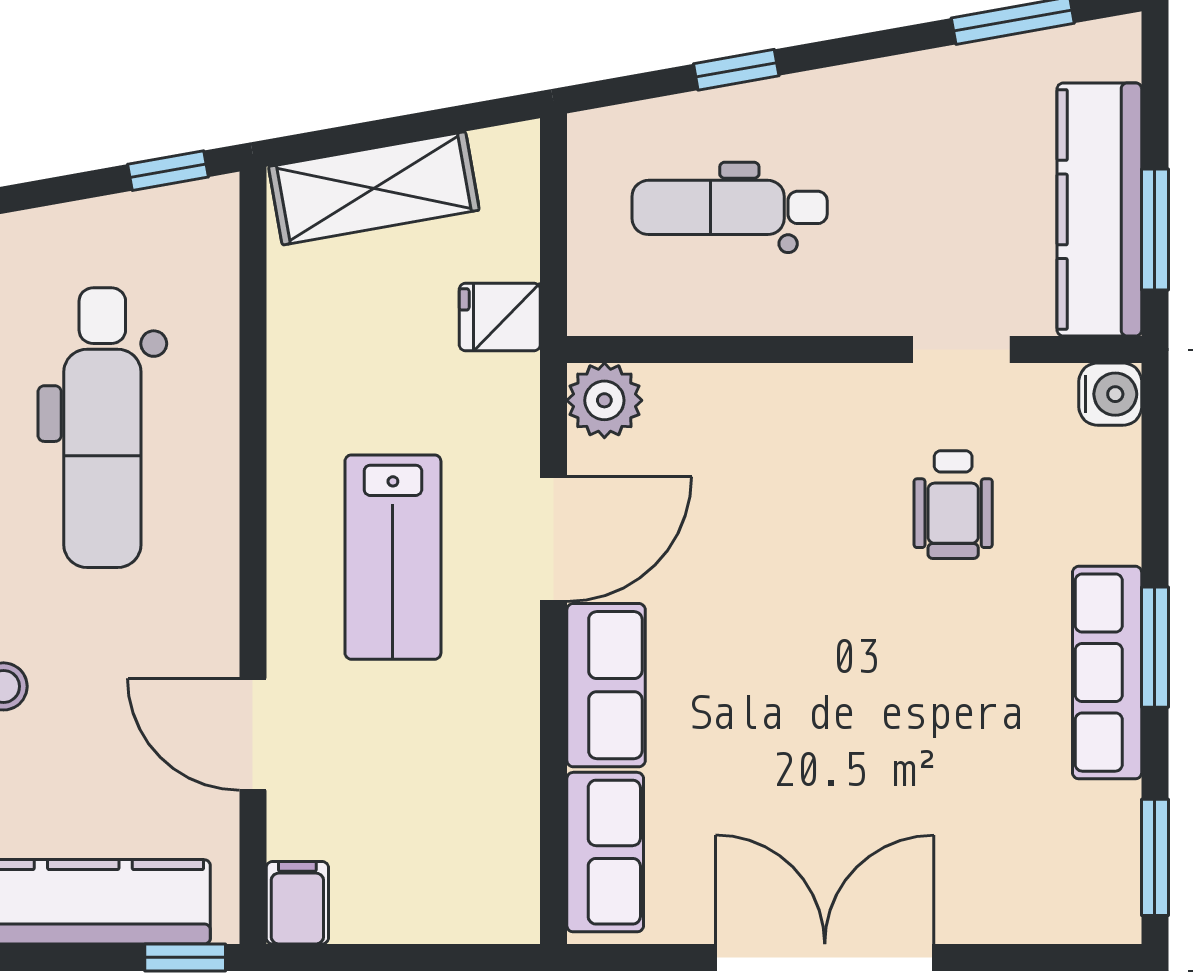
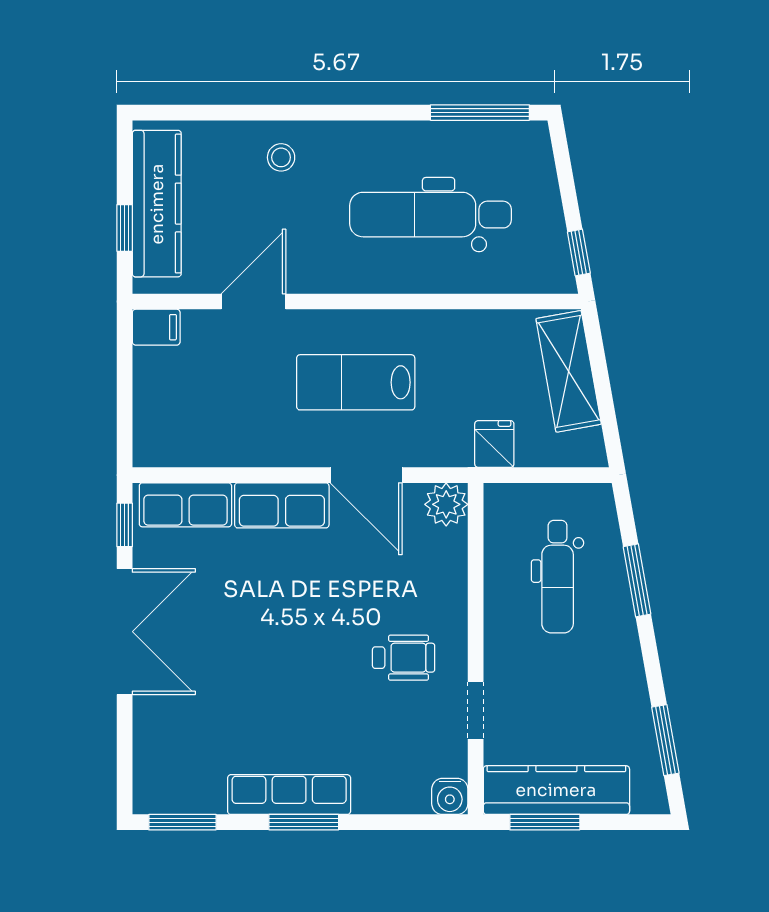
window: (736, 70) -> (637, 580), width x1.50
dental chair: (730, 207) -> (558, 577), turned 180
wheelchair: (953, 505) -> (404, 658), moved, turned 180
window: (185, 957) -> (125, 228), moved
window: (640, 957) -> (125, 525), added

